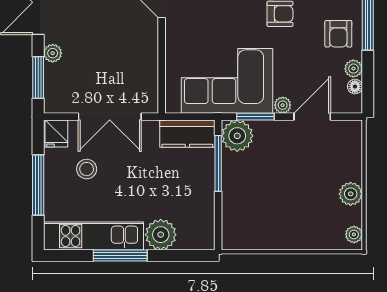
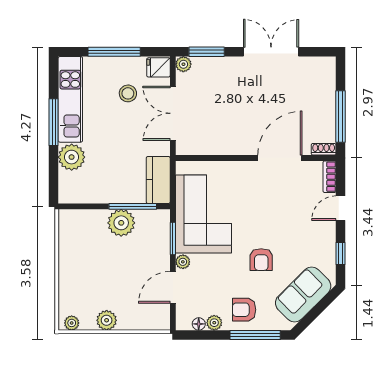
plant: (53, 53) -> (183, 64), moved
door: (312, 117) -> (173, 287), swing flipped
plant: (237, 136) -> (121, 223), moved

